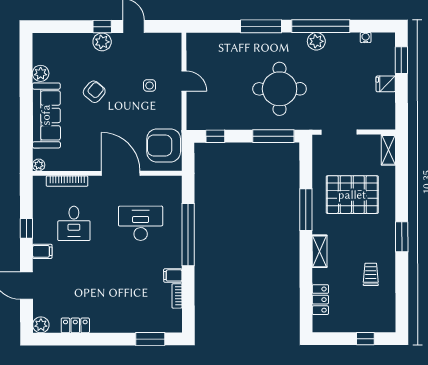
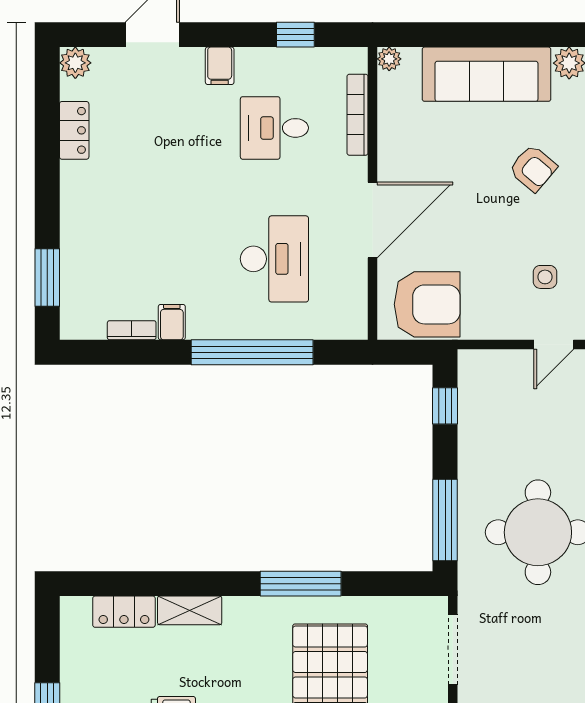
armchair: (164, 145) -> (427, 304), turned 90
window: (26, 228) -> (295, 35), moved
shelving: (320, 251) -> (190, 610), moved

